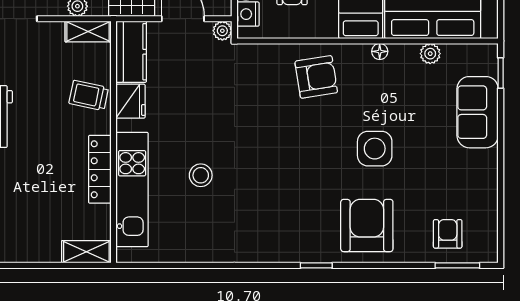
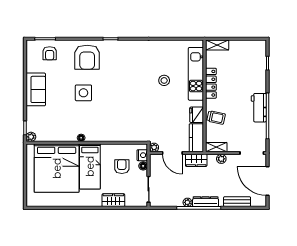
plant: (430, 54) -> (31, 137), moved
armchair: (316, 77) -> (111, 126), removed
sofa: (478, 112) -> (36, 89), moved

